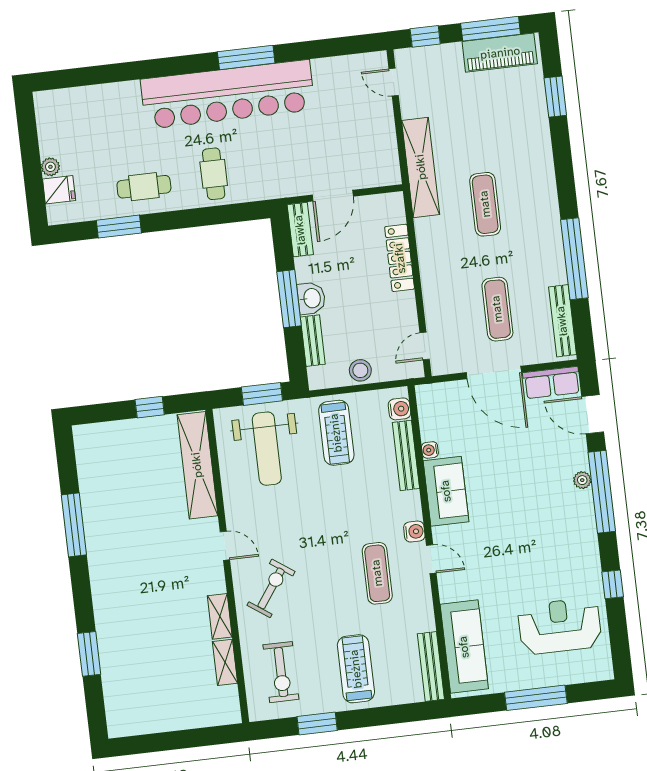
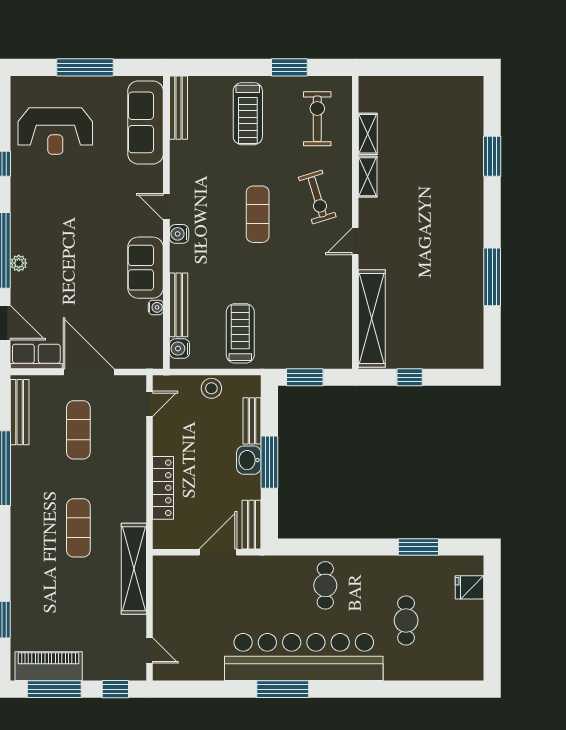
plant: (50, 167) -> (475, 610), removed
cafe table: (144, 187) -> (406, 620), moved, turned 90
weight bench: (267, 449) -> (306, 326), removed
door: (225, 546) -> (355, 241), hinge flipped
exercise mat: (377, 573) -> (258, 214), moved
exercise bike: (271, 588) -> (317, 197), turned -52

